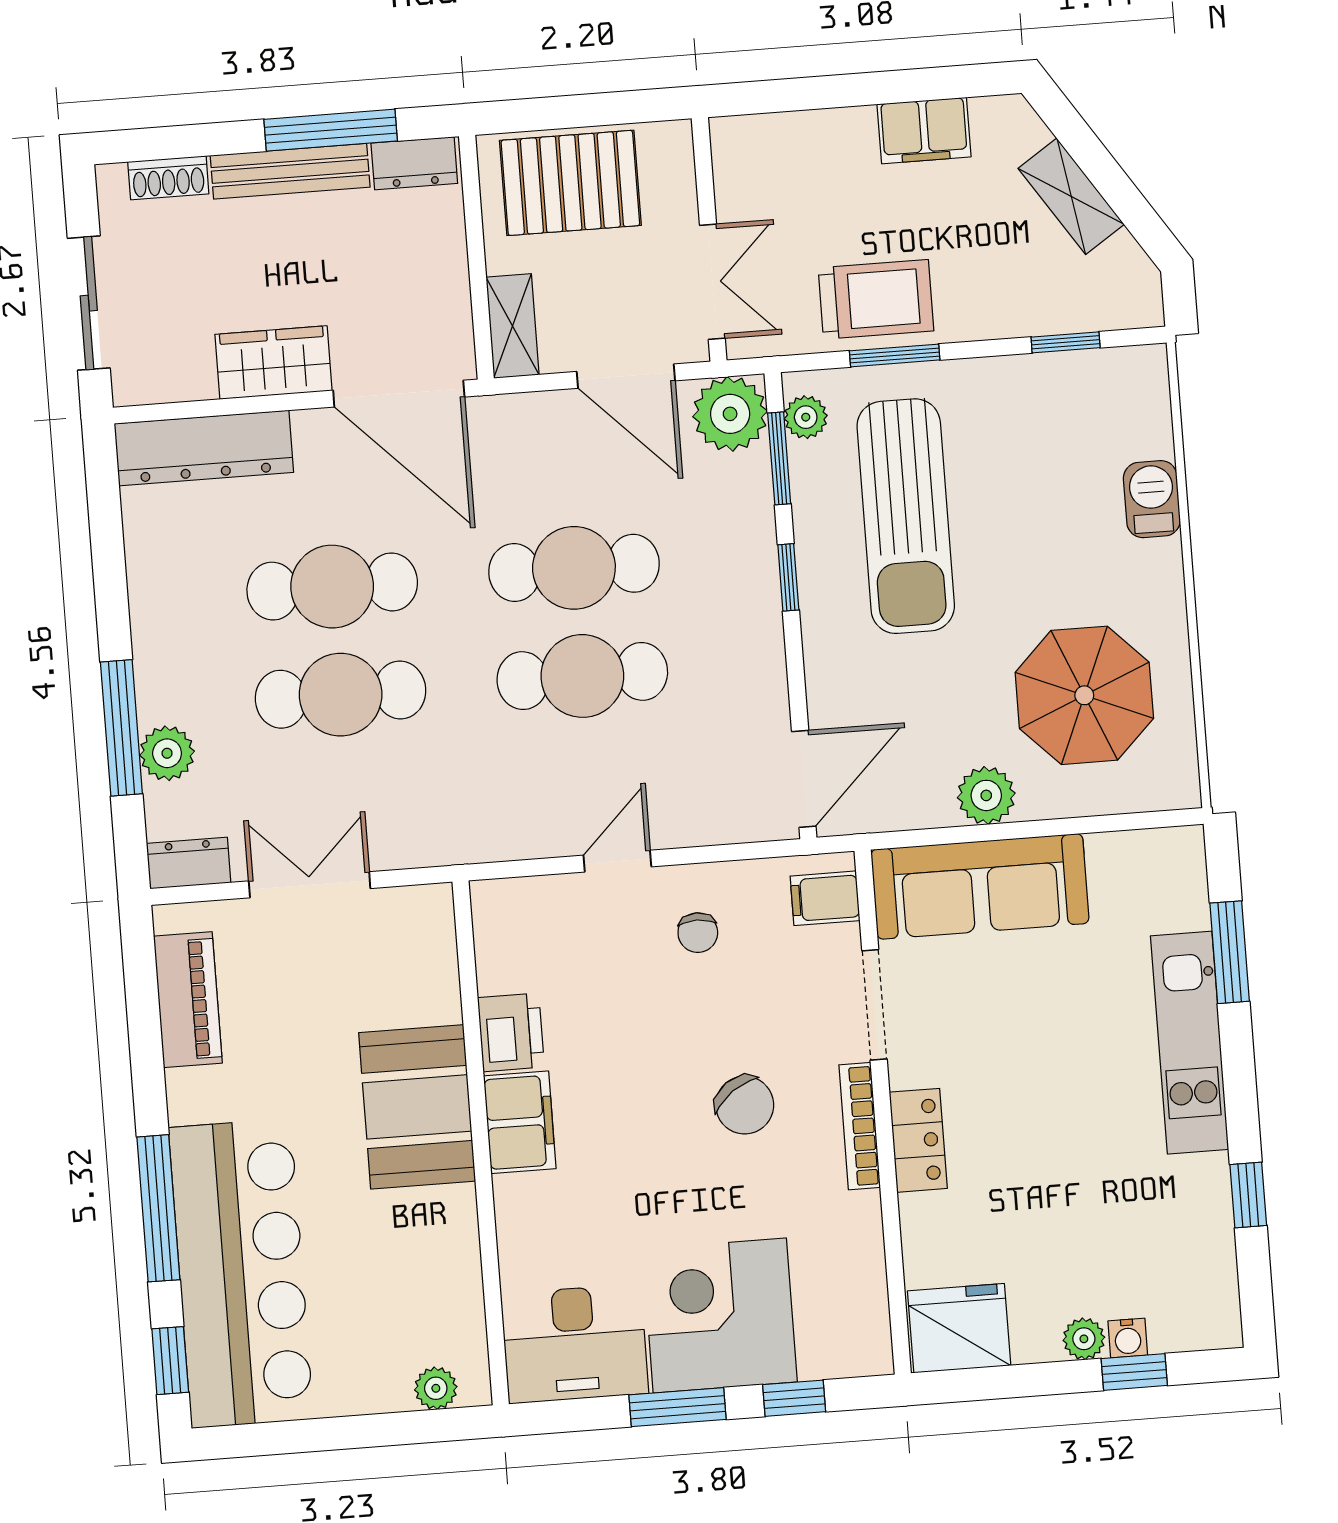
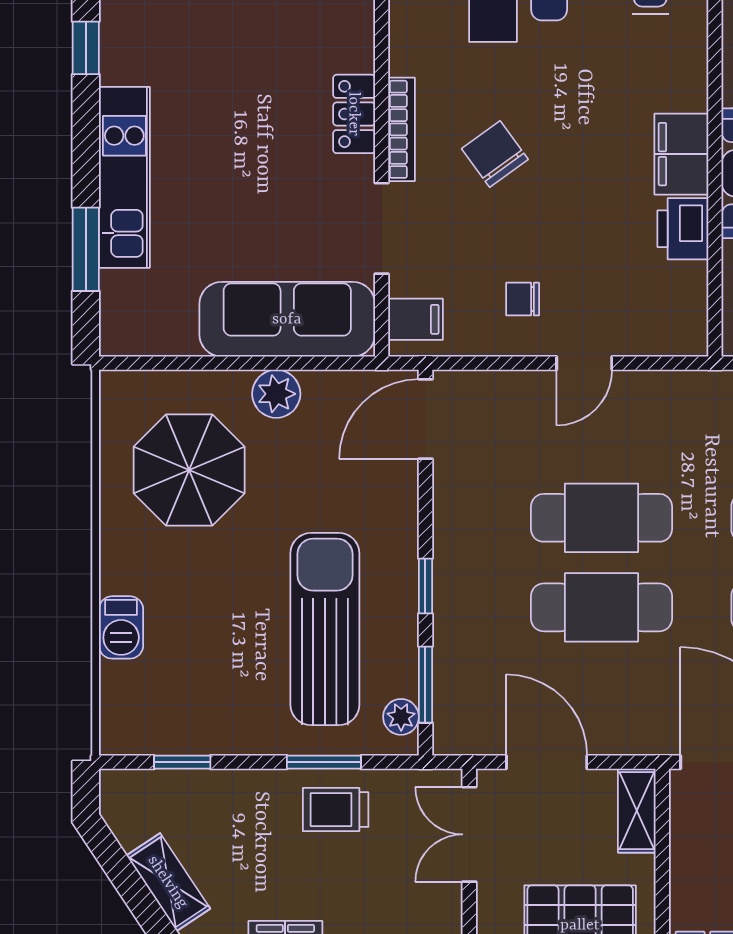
trolley: (876, 299) -> (336, 810), width x0.73, depth x0.72
plant: (730, 414) -> (463, 724), removed
chair: (698, 933) -> (523, 299), turned -90

